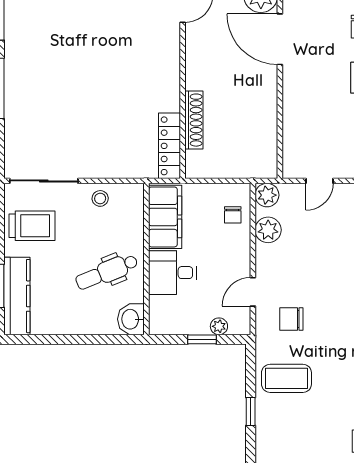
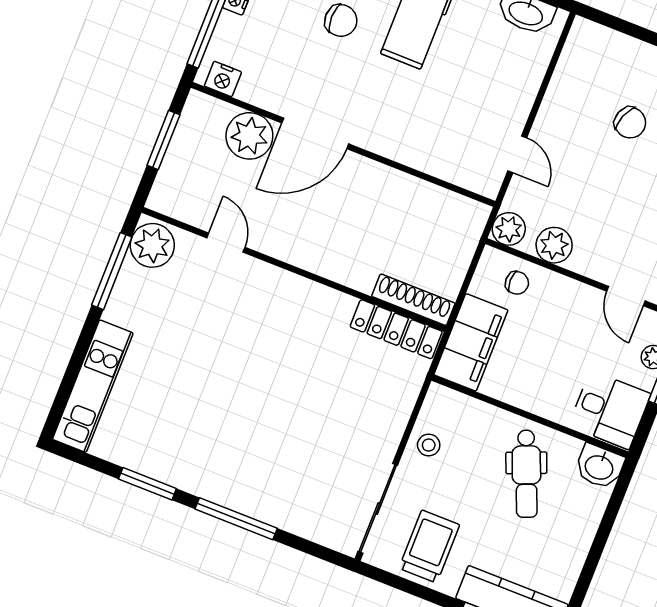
shoe rack: (194, 120) -> (413, 300), moved
filing cabinet: (165, 217) -> (471, 342), moved, turned 90
desk: (173, 273) -> (610, 410), moved, turned -90

